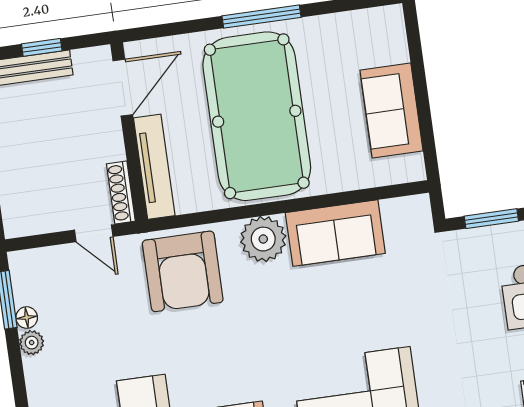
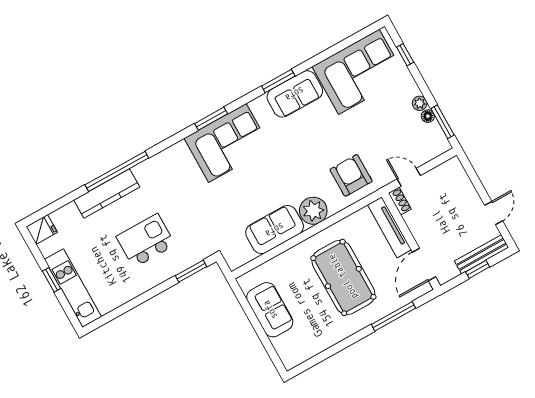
window: (261, 17) -> (394, 316), moved
pool table: (257, 116) -> (343, 277), width x0.73, depth x0.76
shoe rack: (121, 192) -> (400, 201), width x0.70
armchair: (183, 271) -> (351, 175), width x0.73, depth x0.73

